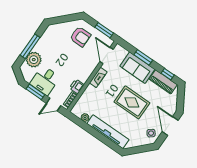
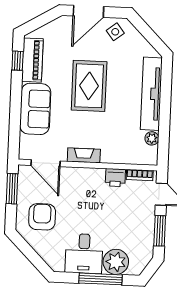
door: (107, 55) -> (45, 163), hinge flipped
window: (143, 57) -> (15, 110), removed
desk: (45, 80) -> (84, 254), moved, turned 90

